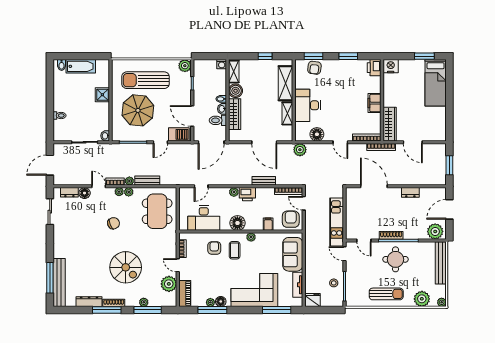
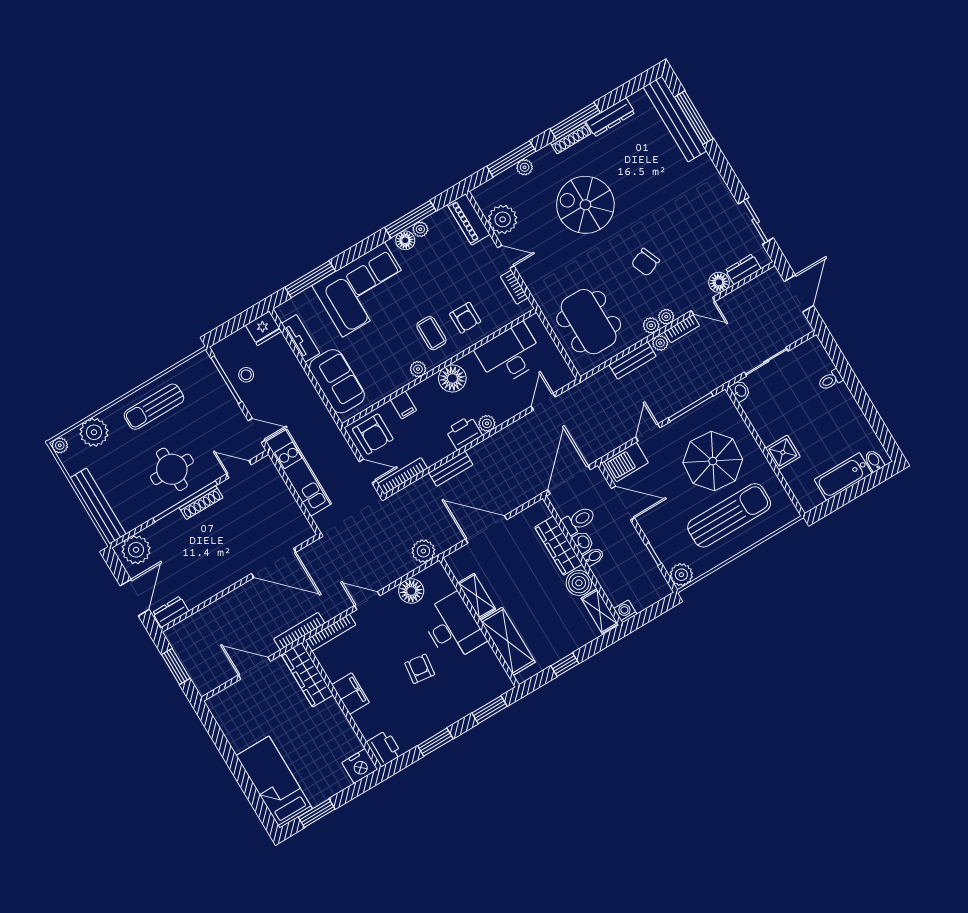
armchair: (314, 68) -> (420, 669), moved
dresser: (410, 192) -> (171, 612), moved

